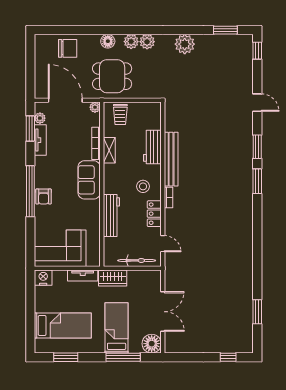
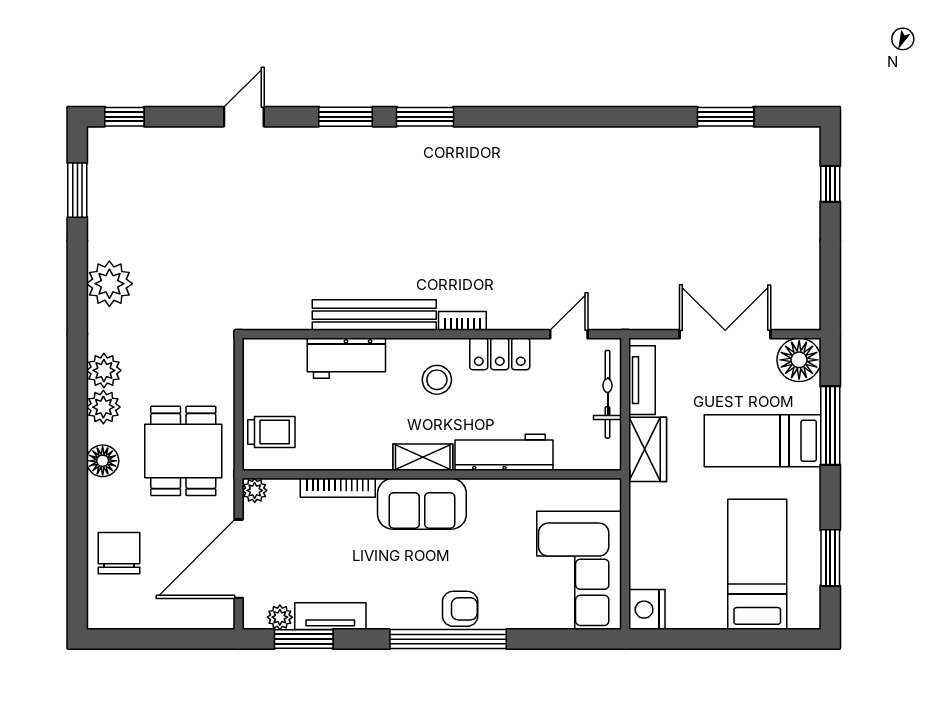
shelving: (109, 150) -> (423, 457), moved
tv unit: (83, 275) -> (642, 380), moved

